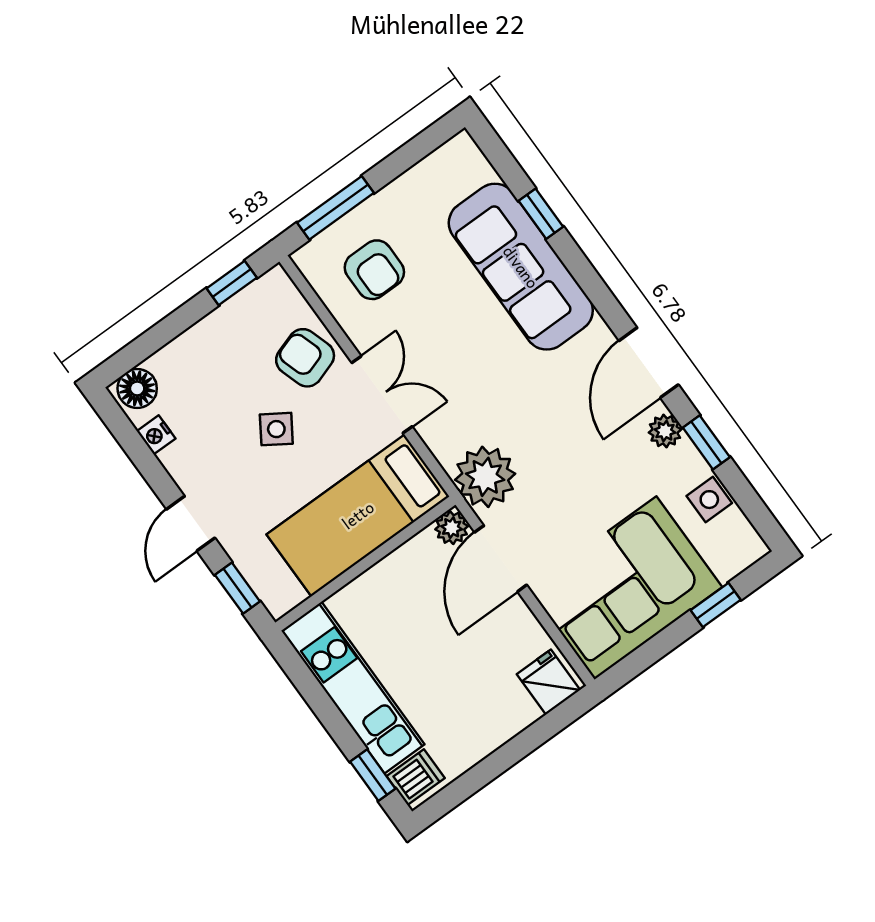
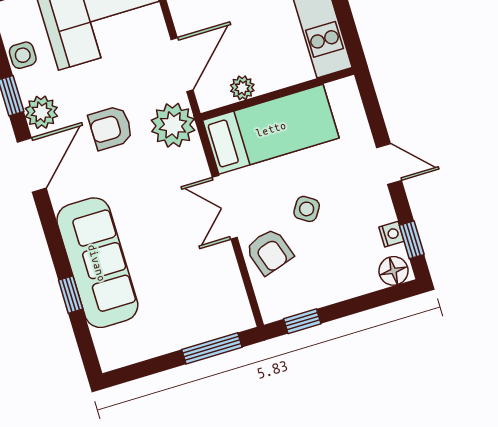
armchair: (374, 270) -> (111, 128), moved, turned -90
plant: (665, 431) -> (41, 112), width x1.38, depth x1.38
door: (191, 524) -> (389, 164), hinge flipped
plant: (452, 528) -> (242, 88), moved
window: (237, 588) -> (412, 240), moved

